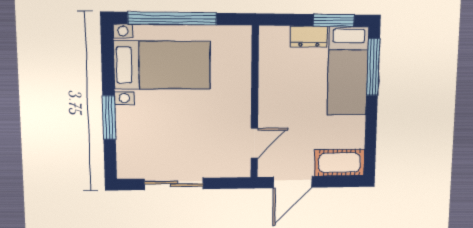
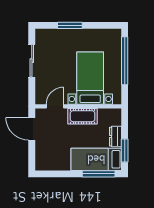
bed with nightstands: (162, 65) -> (90, 78), moved, turned 180
door: (254, 143) -> (55, 106), swing flipped
cot: (340, 163) -> (82, 116), moved, turned 90

